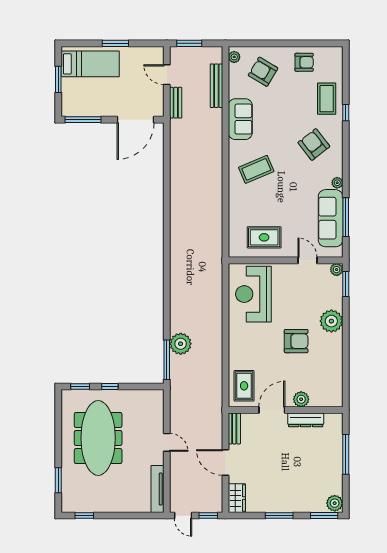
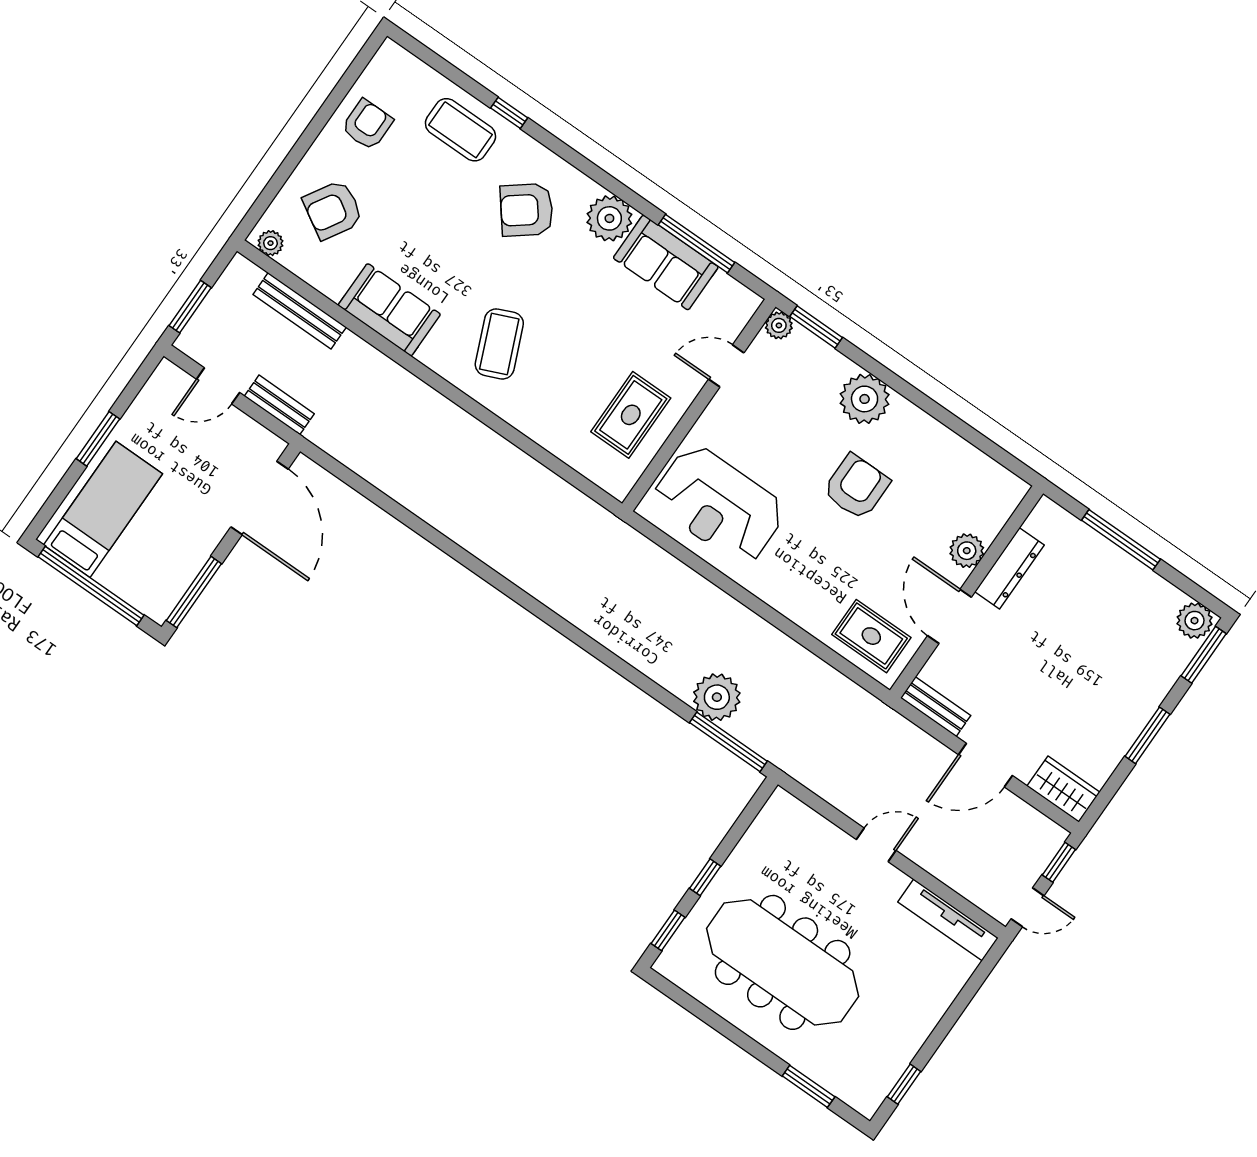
window: (58, 79) -> (91, 586), width x2.11
plant: (337, 183) -> (609, 218), width x1.88, depth x1.88
sofa: (331, 218) -> (666, 262), width x0.73

